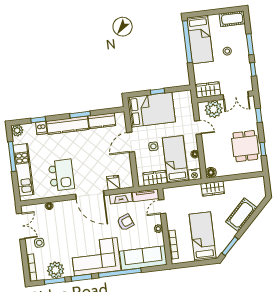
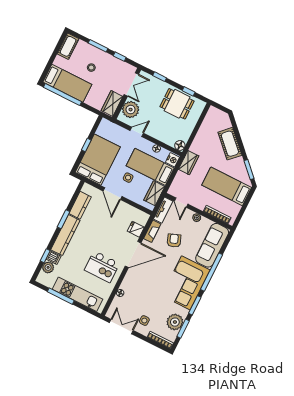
plant: (17, 130) -> (48, 267), moved
kitchen island: (61, 175) -> (102, 267), turned 180
wardrobe: (213, 189) -> (189, 163), moved

